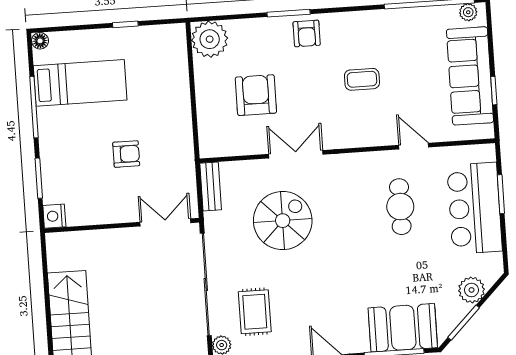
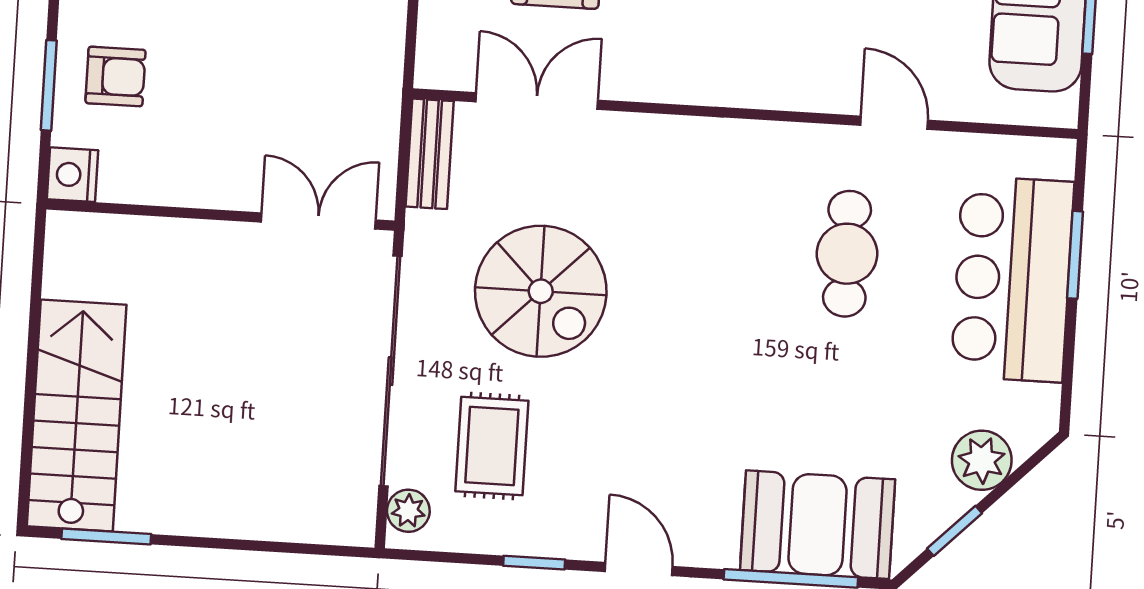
armchair: (126, 154) -> (115, 76), moved
double door: (296, 154) -> (537, 101), moved
spiral stairs: (283, 221) -> (541, 291), moved, turned 90
window: (464, 323) -> (955, 531), width x0.67

